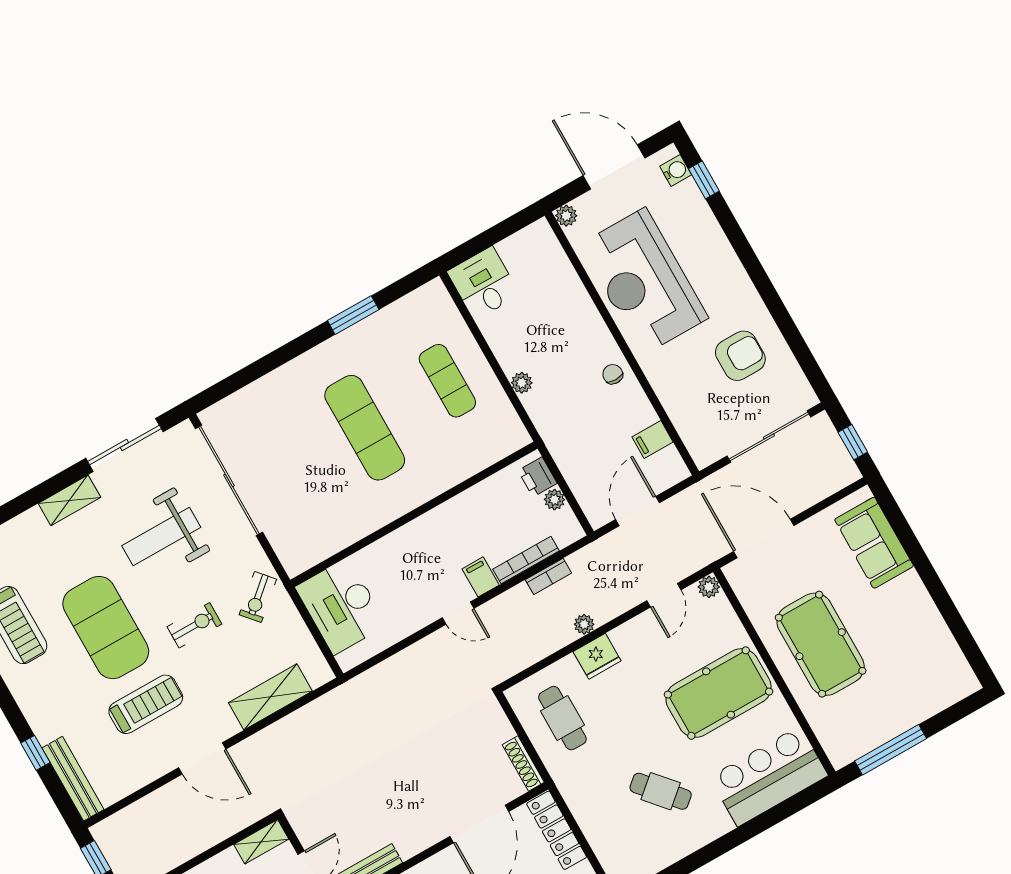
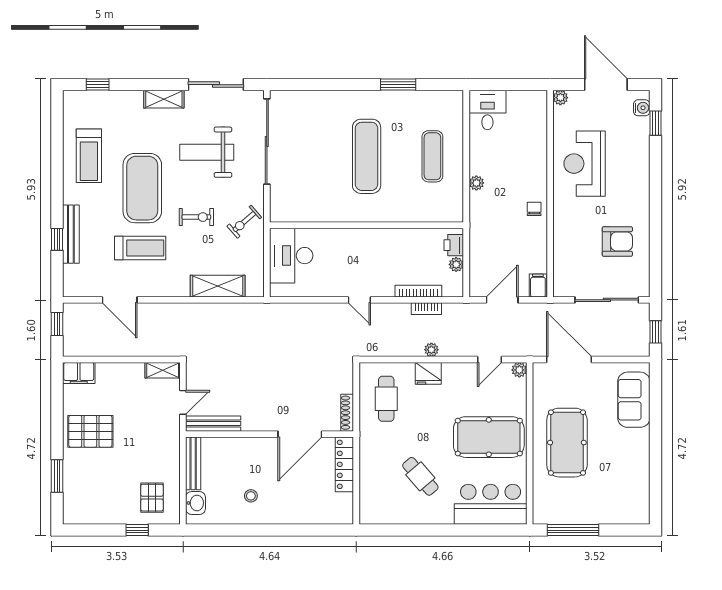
reception desk: (644, 281) -> (585, 164), width x0.74, depth x0.77
filing cabinet: (653, 439) -> (538, 286), moved, turned 90
filing cabinet: (481, 577) -> (385, 286), removed
door: (202, 758) -> (120, 300), moved
bench: (73, 779) -> (71, 234), moved

